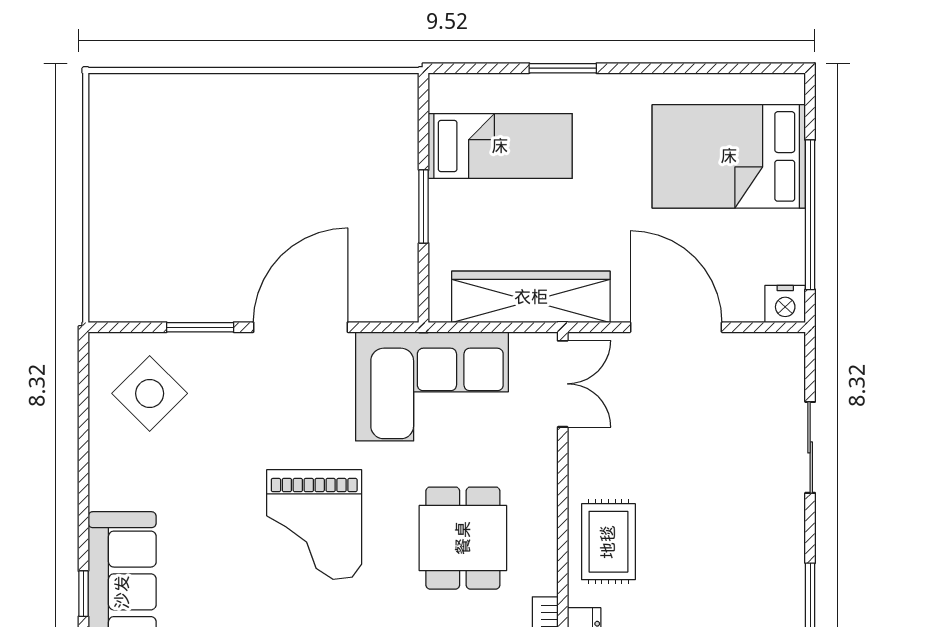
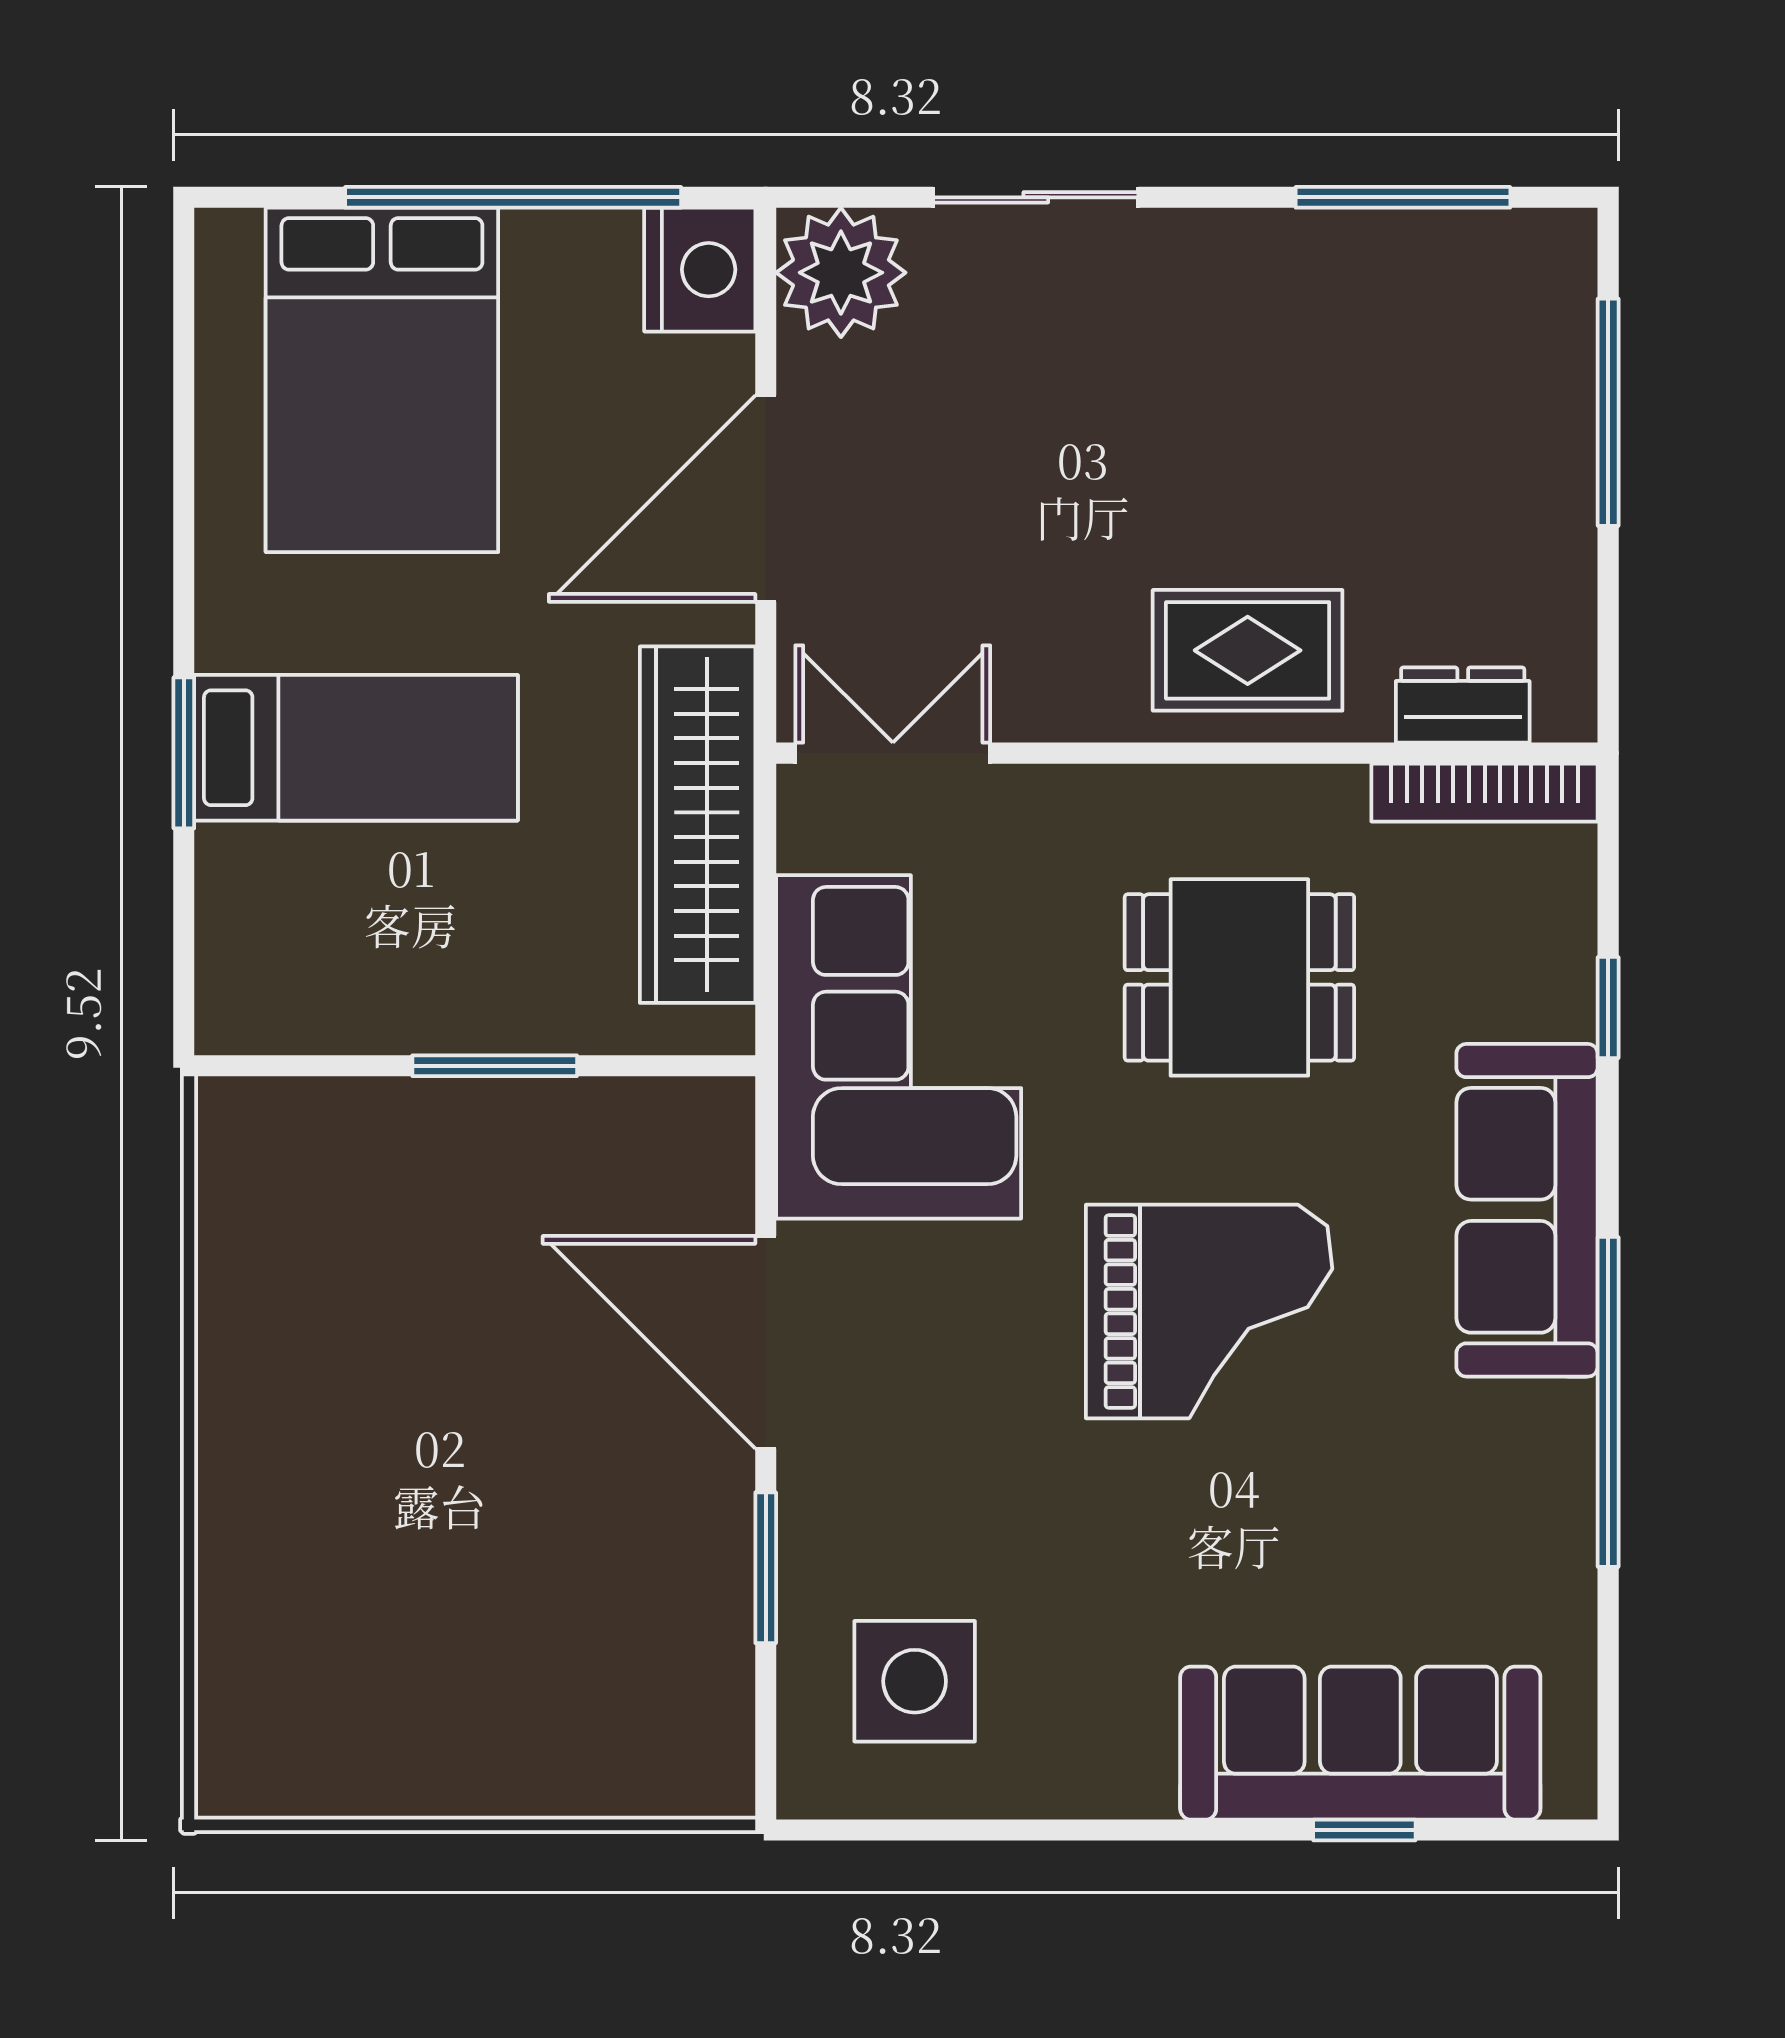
bed: (500, 146) -> (356, 748), moved, turned 90
nightstand: (785, 304) -> (700, 270), width x1.36, depth x1.33
plant: (777, 361) -> (841, 273), added
side table: (150, 393) -> (915, 1681), turned 45

